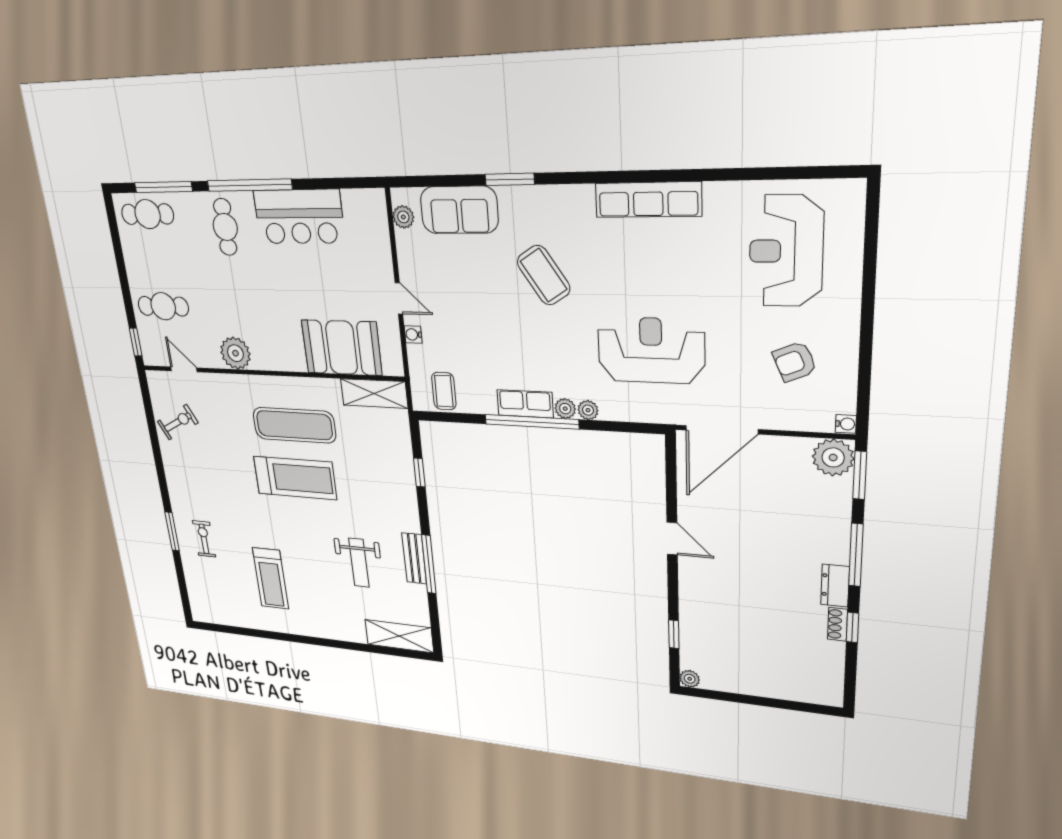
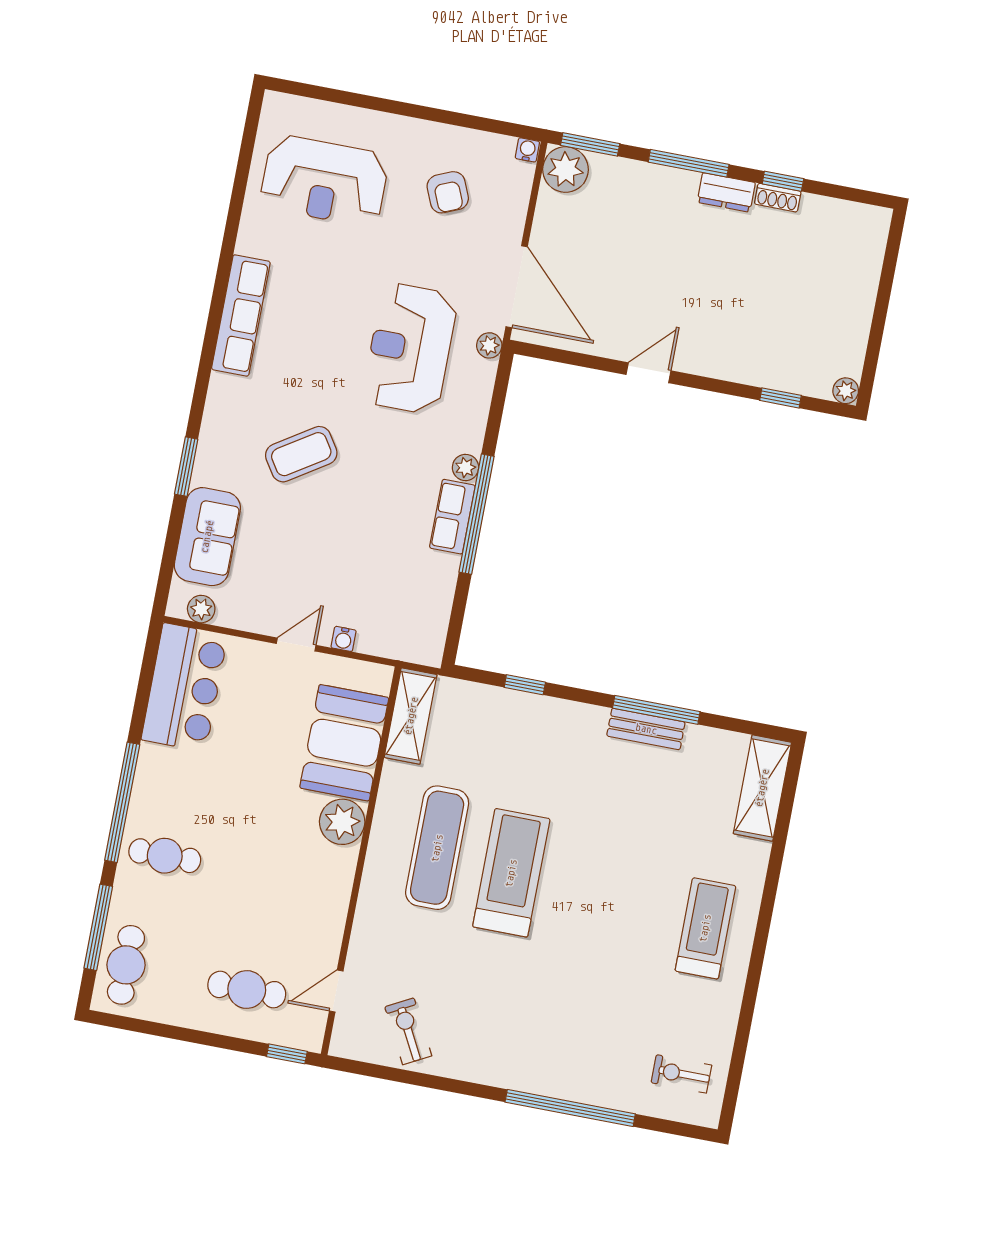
bar counter: (299, 217) -> (184, 687), moved
cafe table: (163, 306) -> (247, 990), turned 90
plant: (235, 353) -> (342, 822), moved
coffee table: (444, 391) -> (421, 619), removed
plant: (588, 410) -> (489, 345), moved
window: (172, 531) -> (570, 1108), width x2.11
exercise bike: (204, 539) -> (681, 1074), moved
weight bench: (359, 563) -> (645, 815), removed
treadmill: (270, 578) -> (705, 928), moved, turned -90

